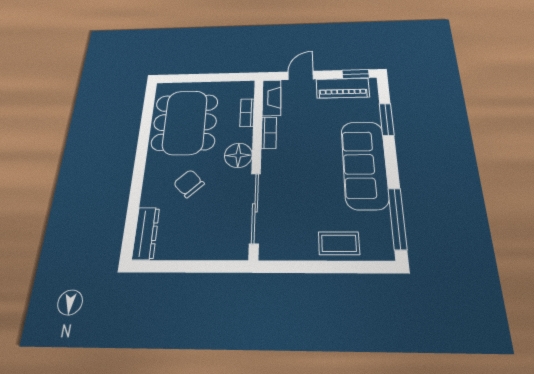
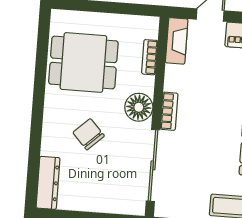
dining table: (185, 122) -> (83, 62), width x0.73
bookcase: (269, 133) -> (169, 111), moved

